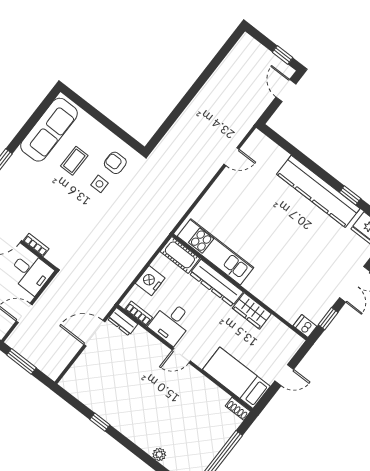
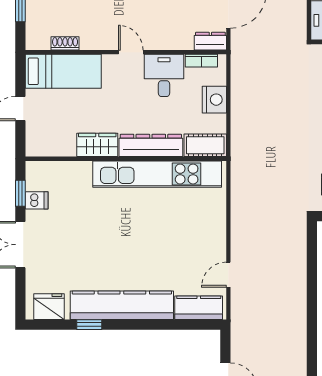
kitchen counter: (268, 150) -> (199, 308), added
kitchen unit: (216, 252) -> (157, 174), width x1.36
dishwasher: (305, 326) -> (37, 200), moved
door: (181, 356) -> (131, 52), hinge flipped
shoe rack: (238, 409) -> (65, 43), moved

